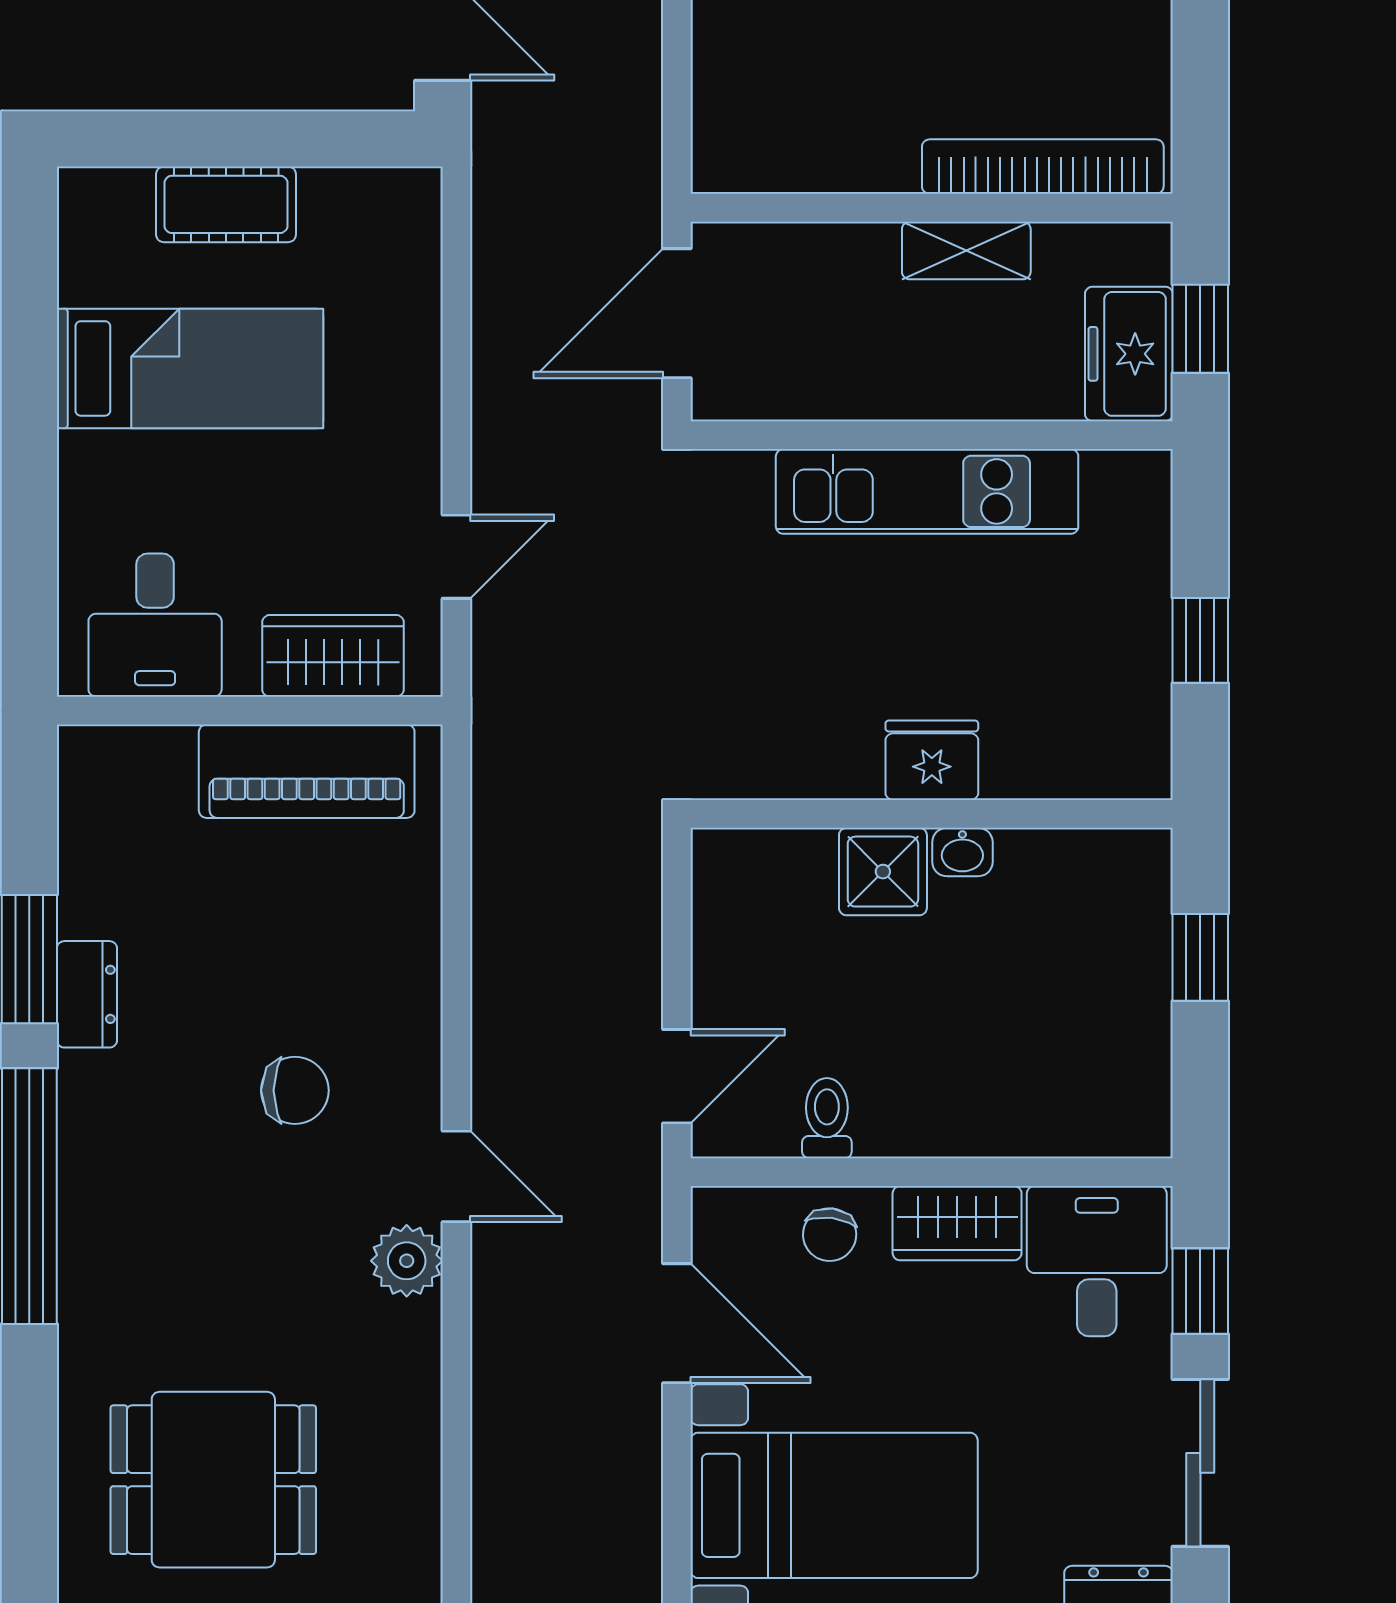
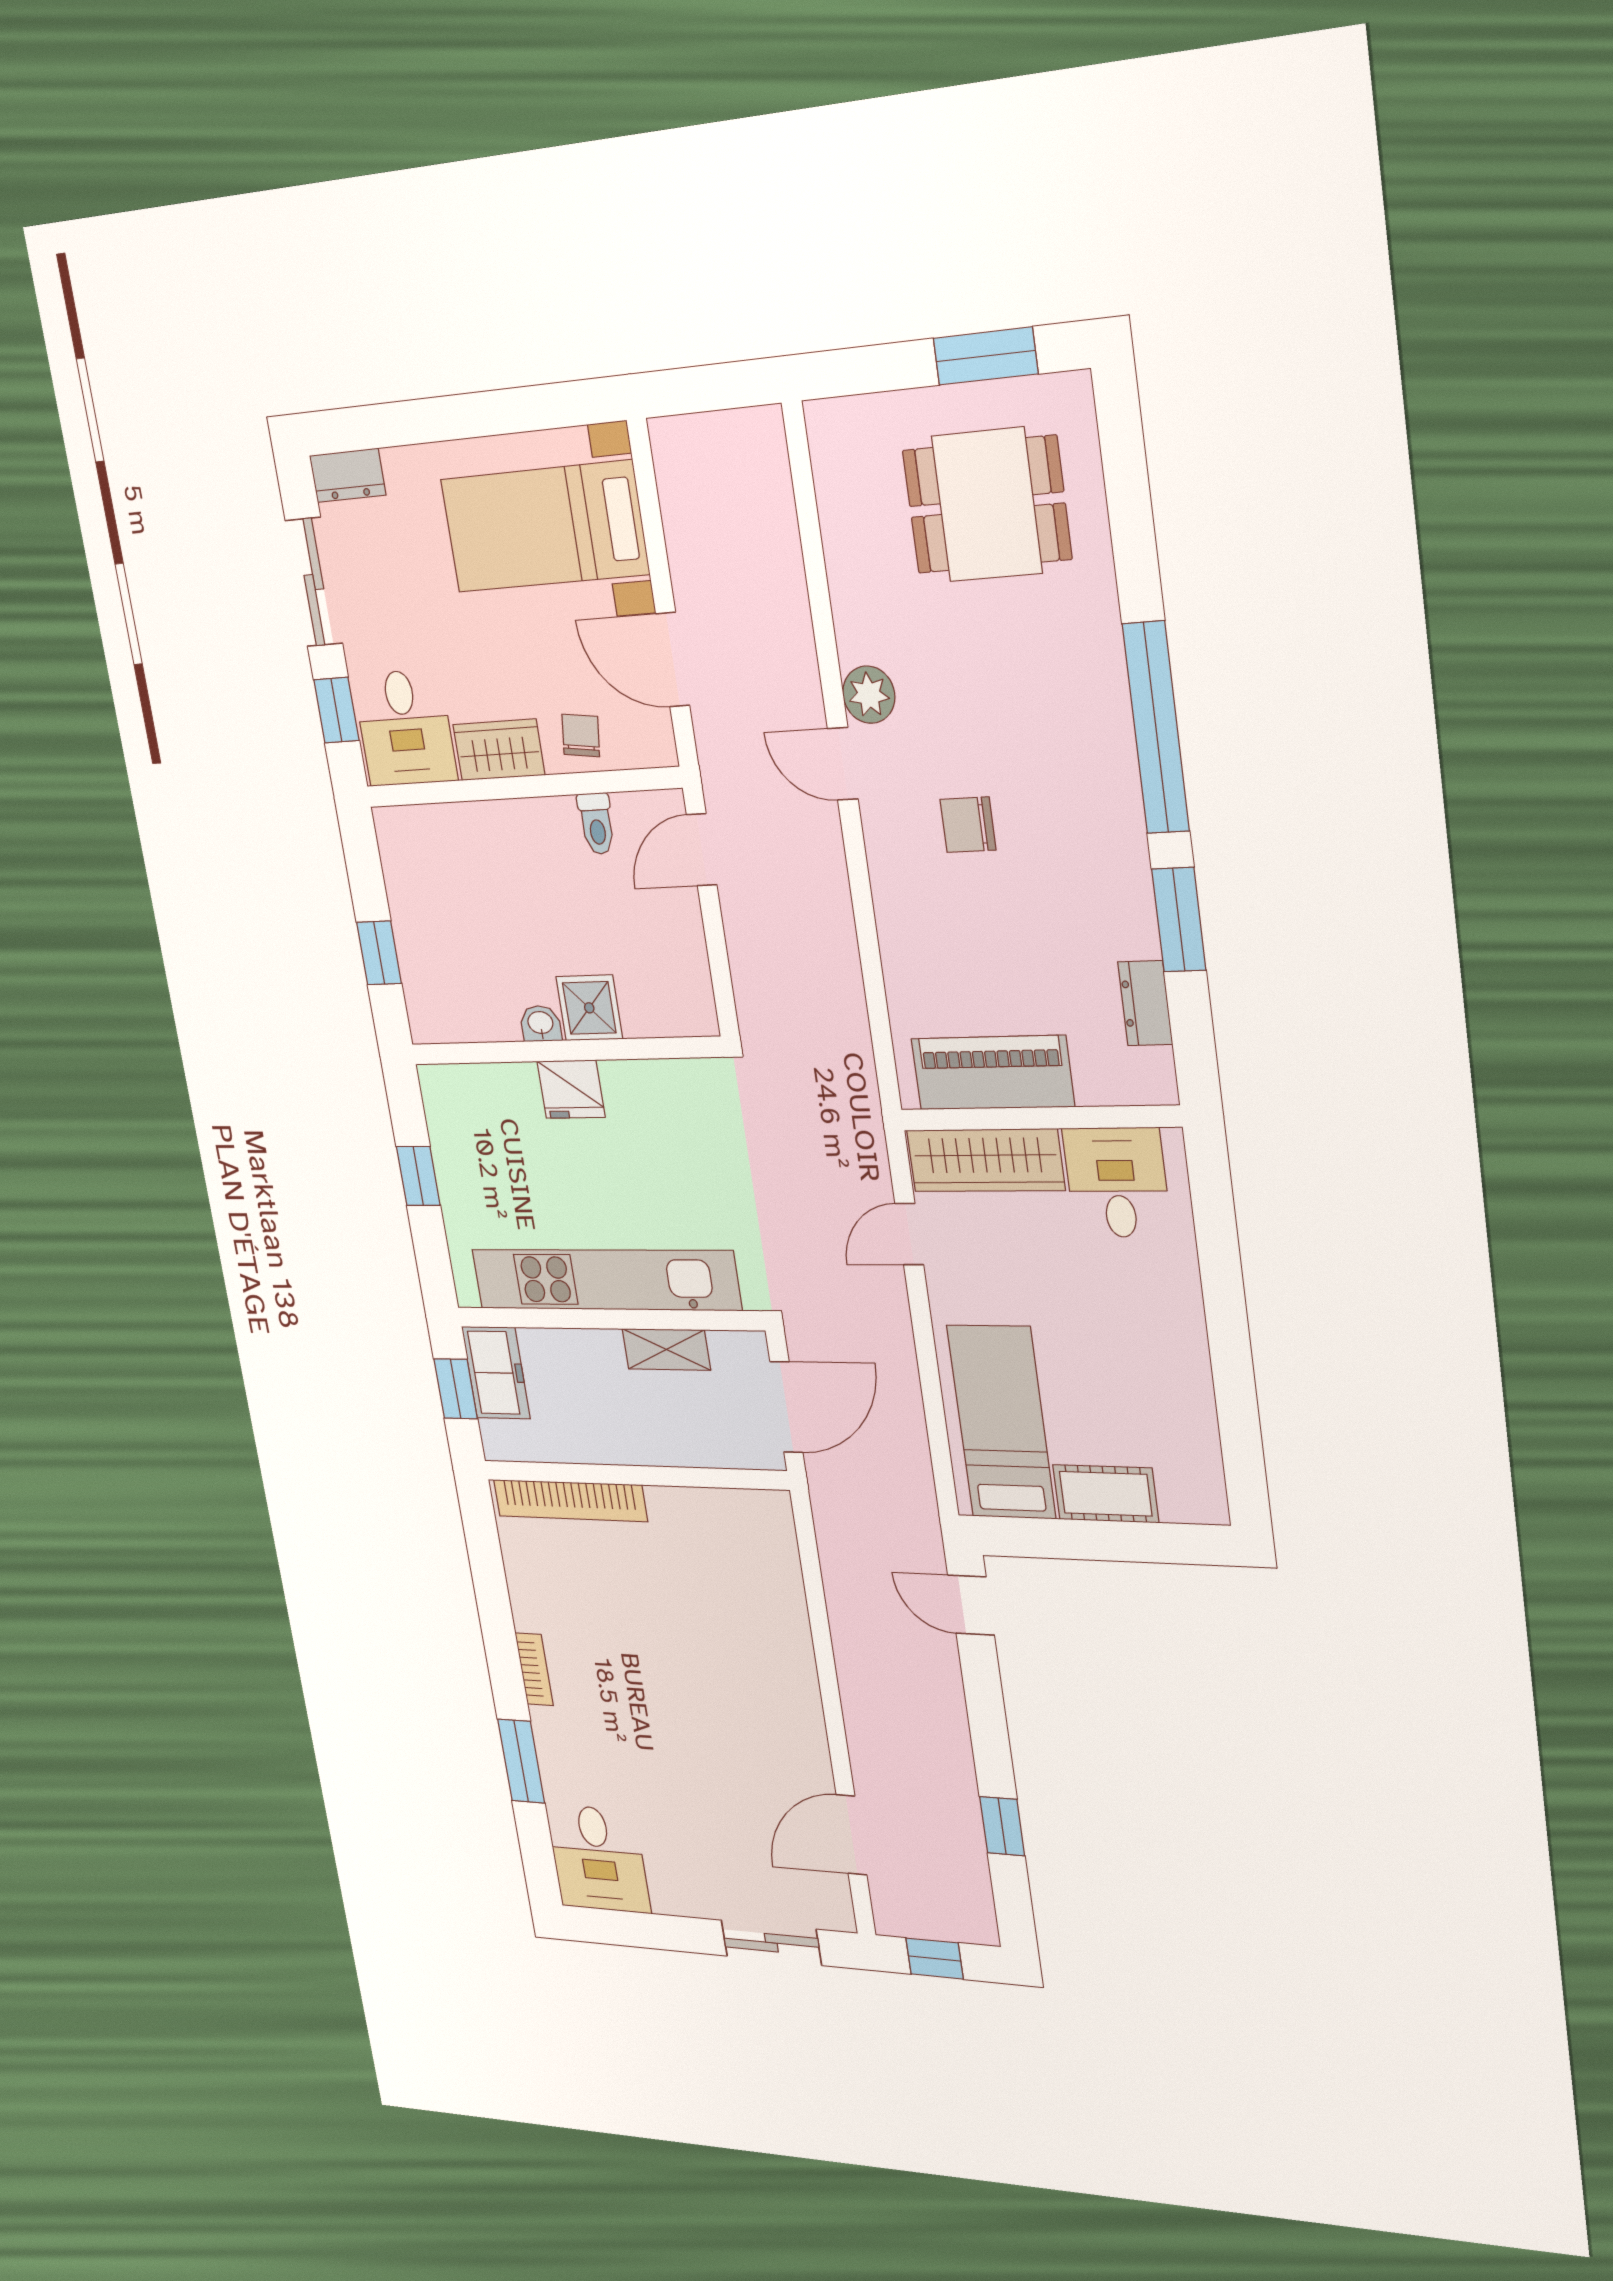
shelving: (966, 250) -> (666, 1349), moved
bed: (190, 368) -> (1001, 1422), moved, turned 90
kitchen unit: (927, 491) -> (605, 1280), width x1.36
wardrobe: (333, 656) -> (986, 1160), width x1.50
dresser: (87, 994) -> (1145, 1003), moved

